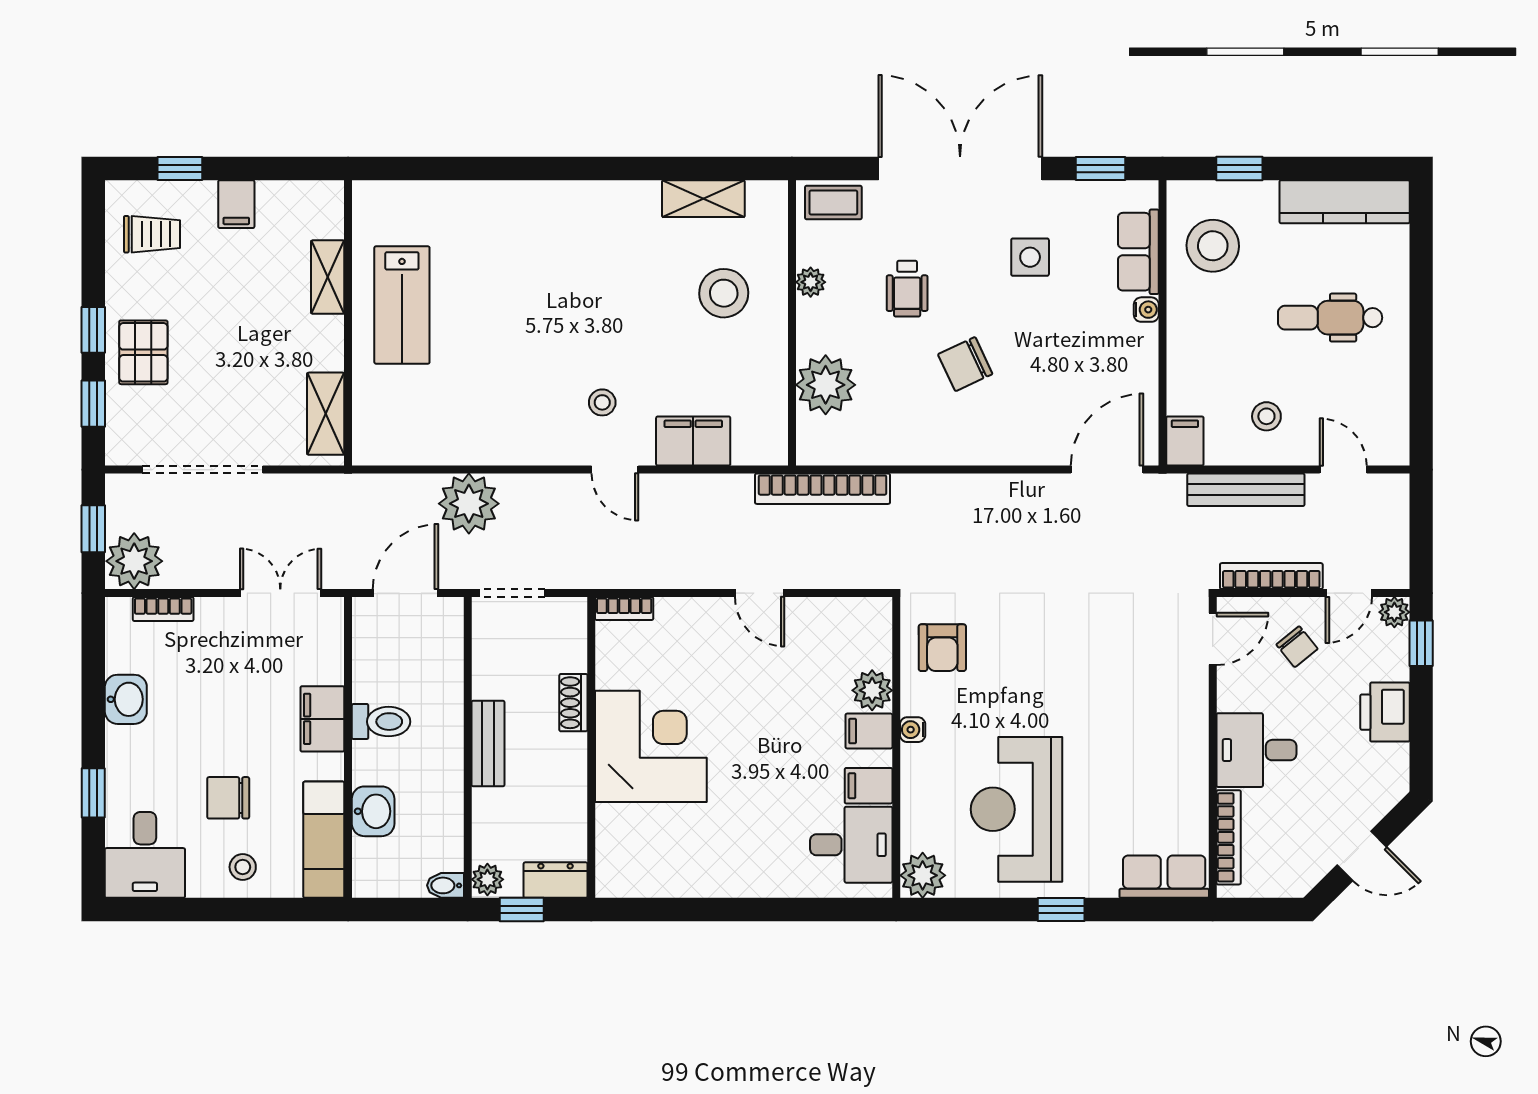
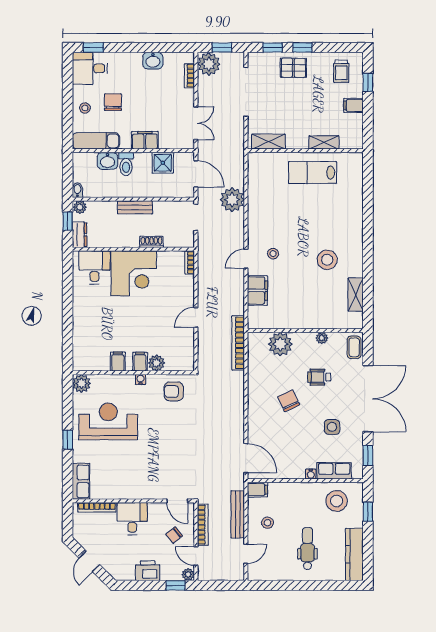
stool: (724, 293) -> (327, 260), moved
shower: (378, 675) -> (163, 163), added
toilet: (381, 722) -> (126, 164), moved
window: (93, 793) -> (93, 47), moved
desk: (851, 845) -> (94, 267), moved, turned 180

